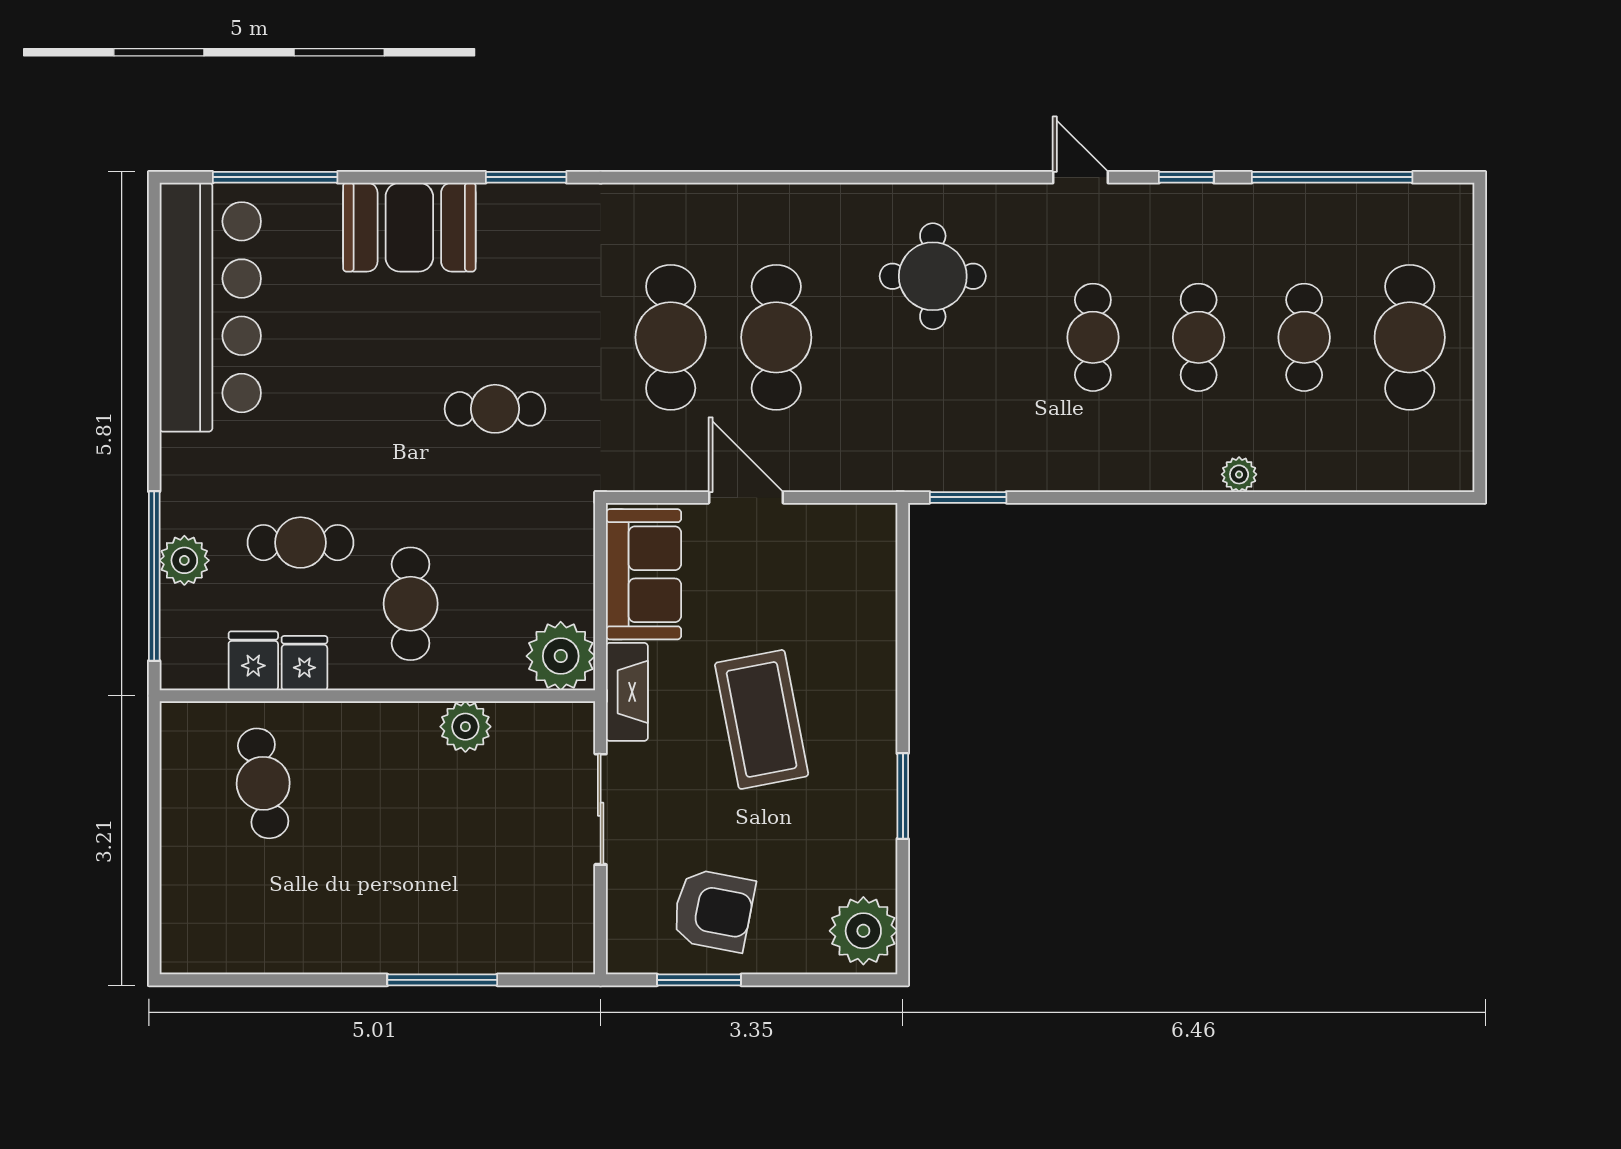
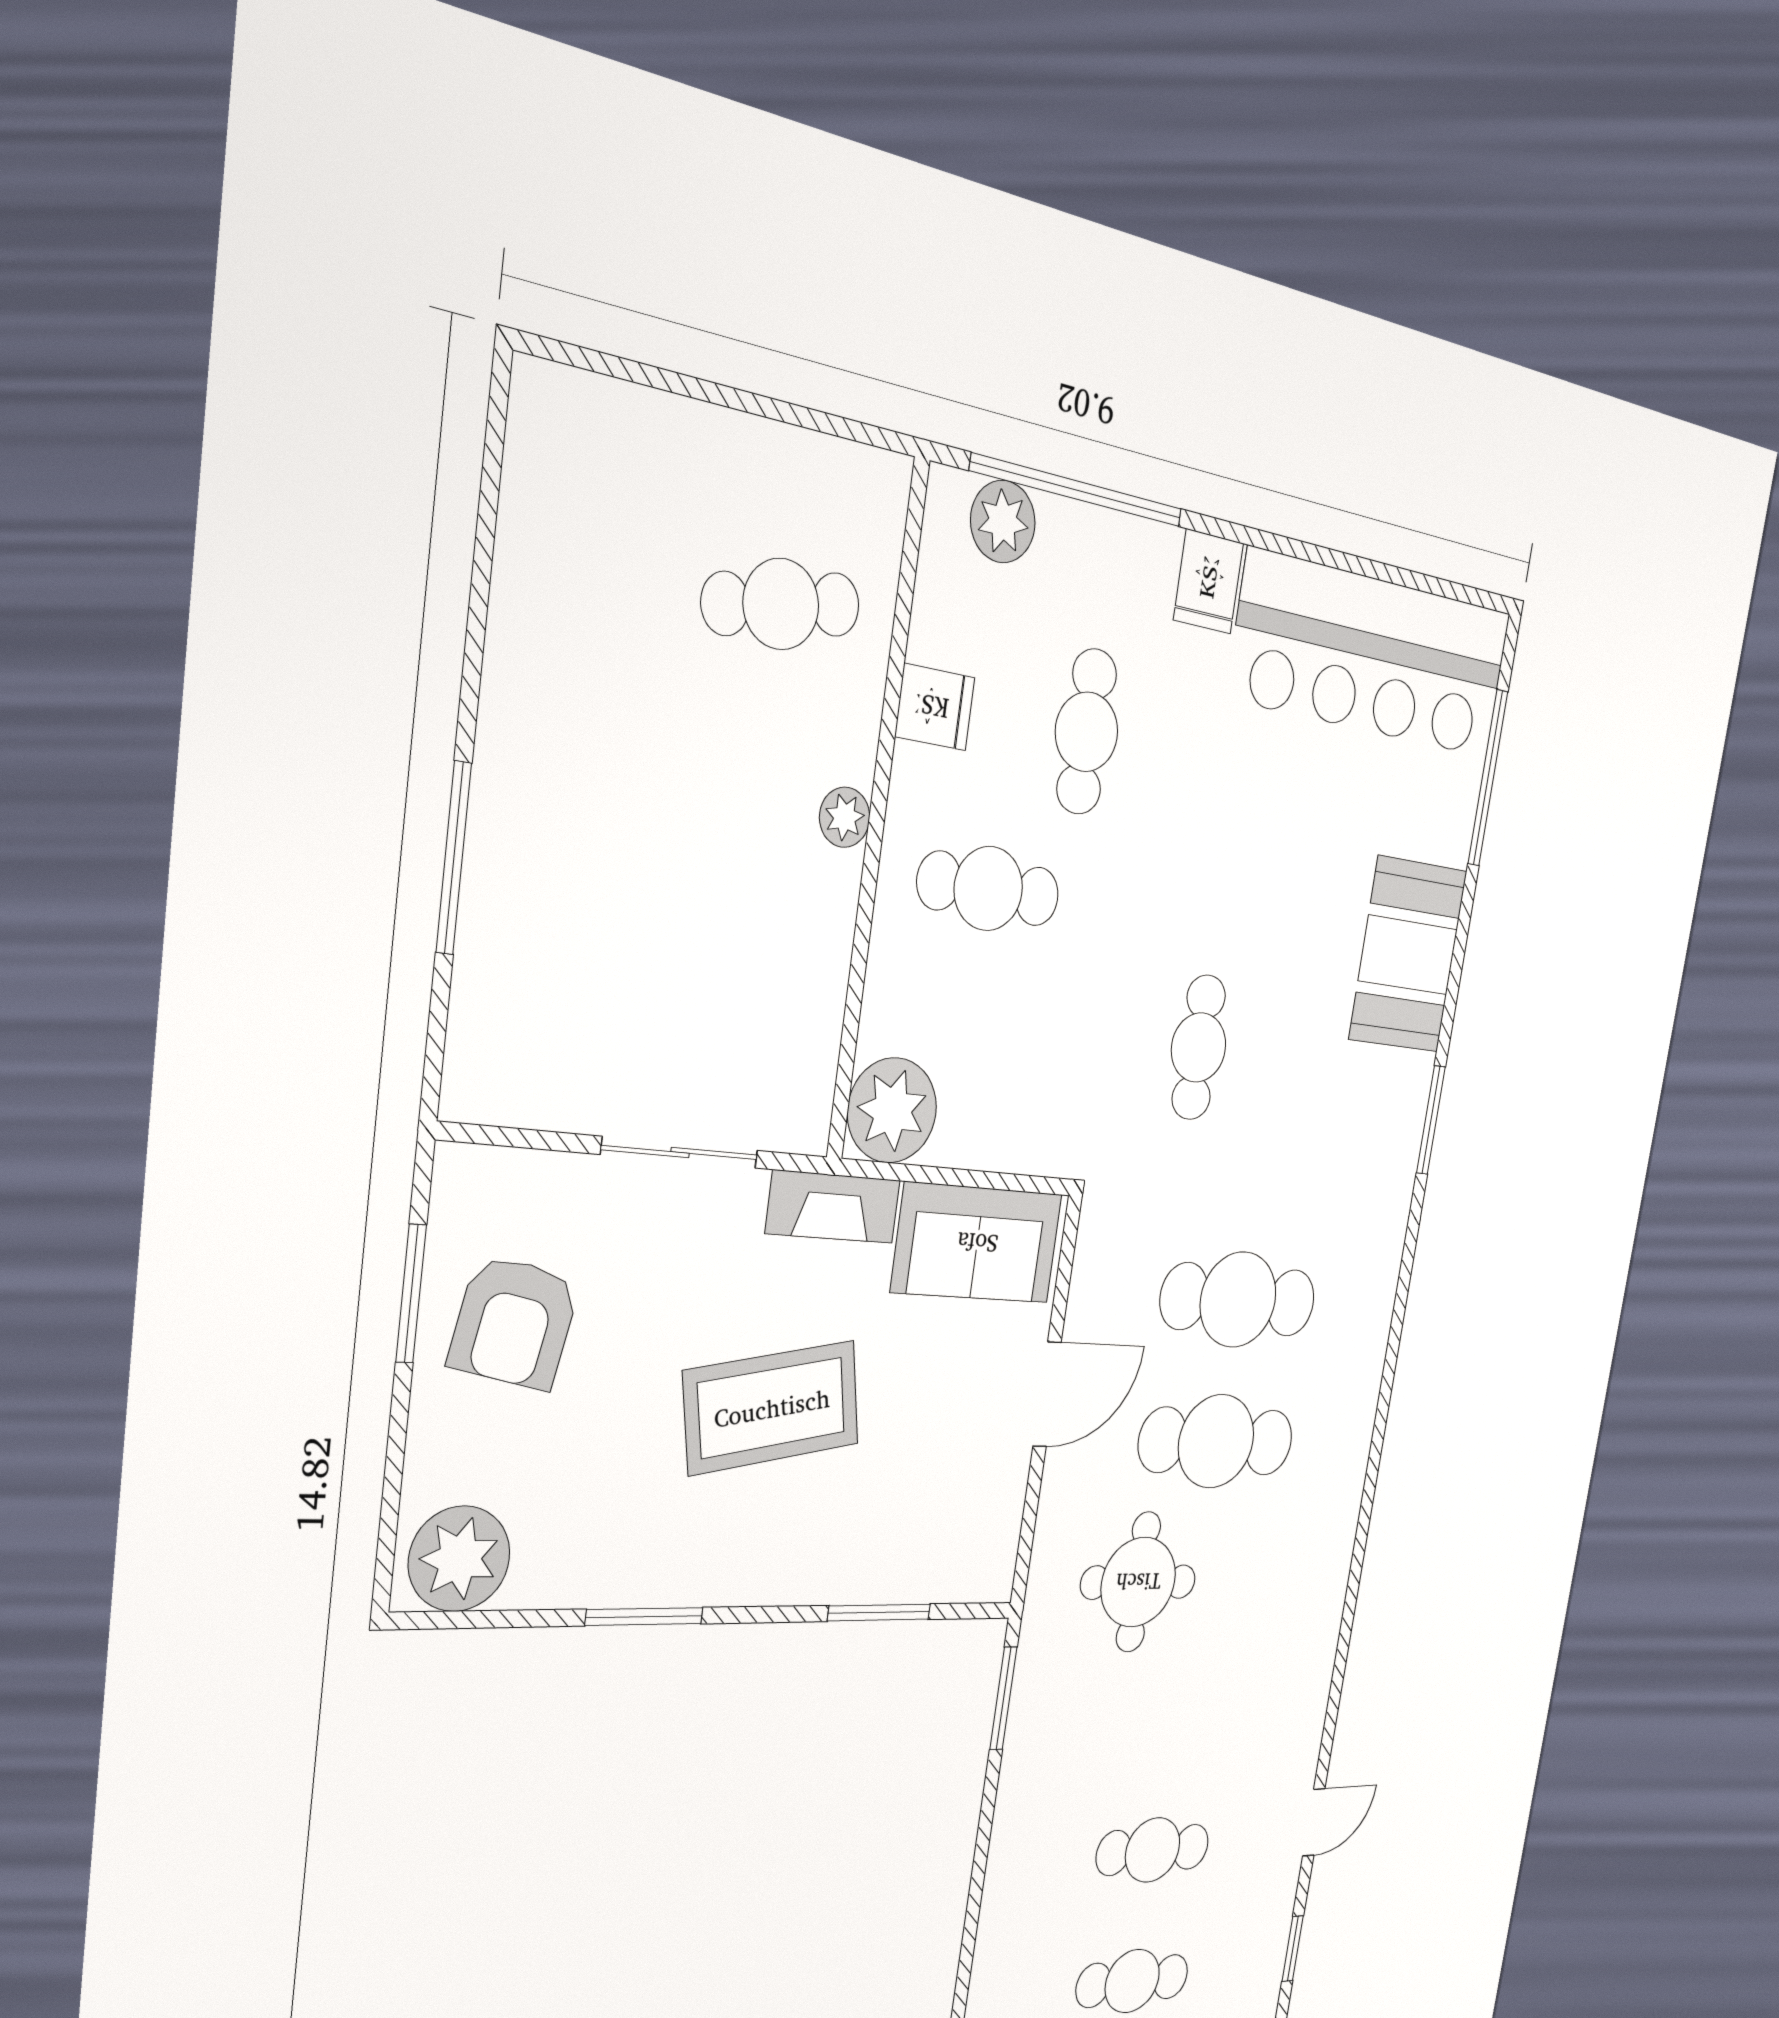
round table: (933, 276) -> (1138, 1582), moved
plant: (184, 560) -> (1003, 522), moved
window: (903, 614) -> (879, 1613), added
fridge: (253, 661) -> (1208, 582), moved, turned 90
plant: (465, 727) -> (845, 817), moved, width x0.73, depth x0.73

